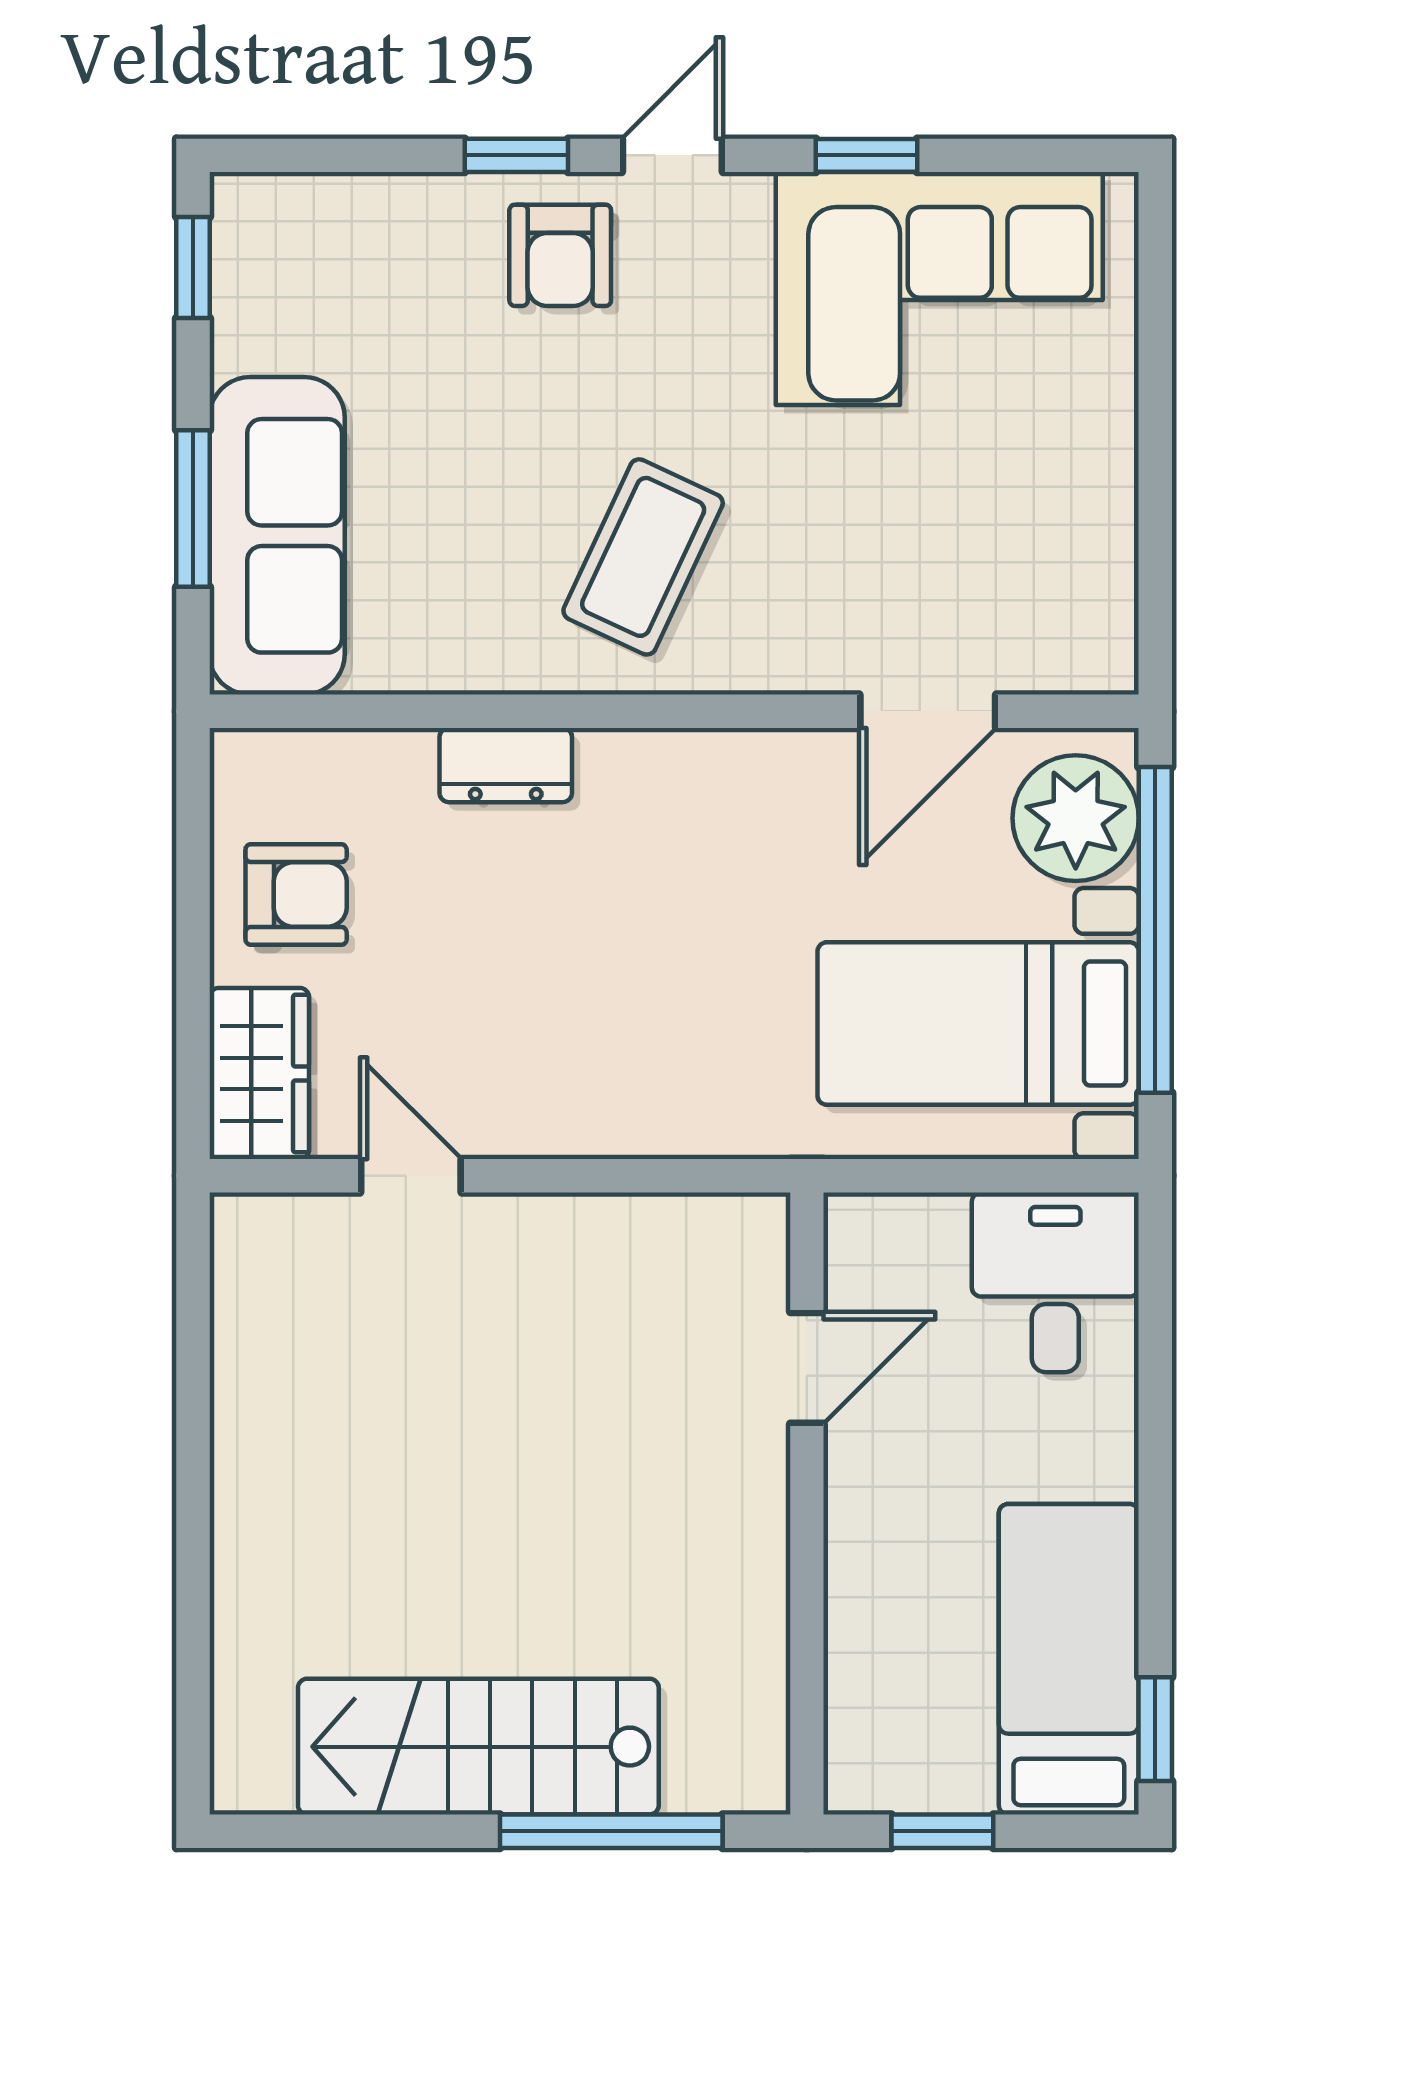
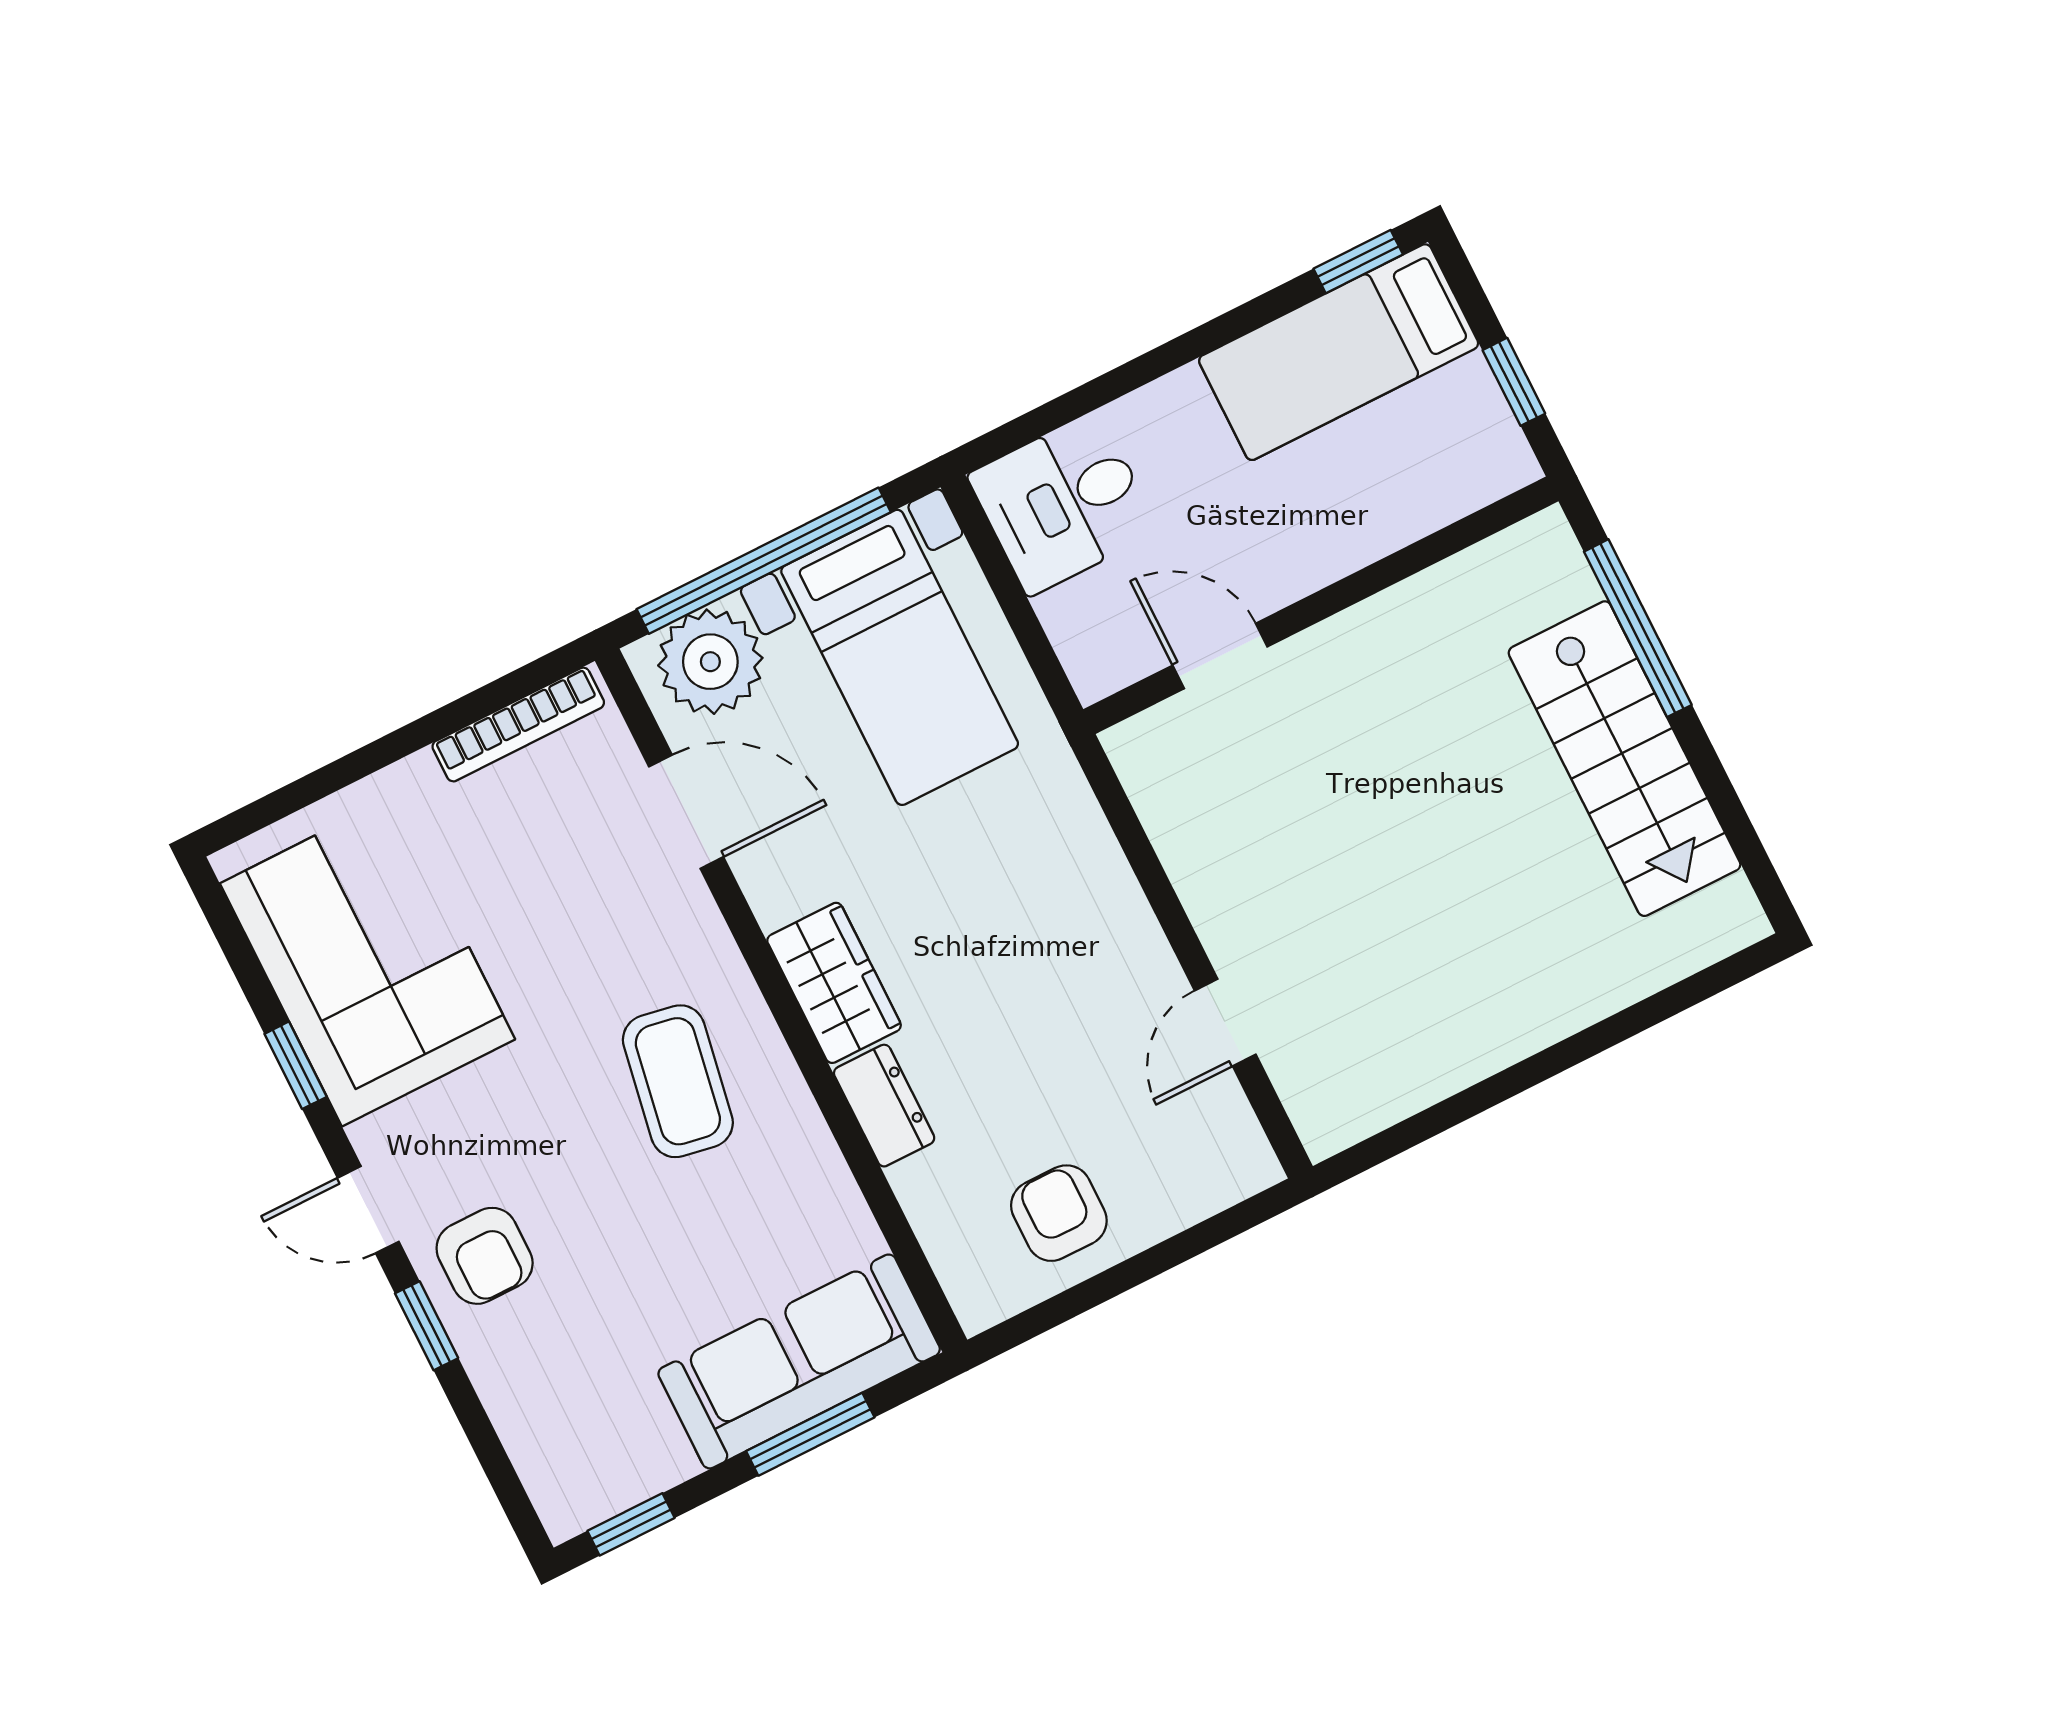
armchair: (560, 255) -> (485, 1256), turned 90
coffee table: (643, 557) -> (678, 1081), turned 75
bookcase: (1112, 578) -> (518, 725), added
wardrobe: (259, 1073) -> (834, 983), moved, turned 90

